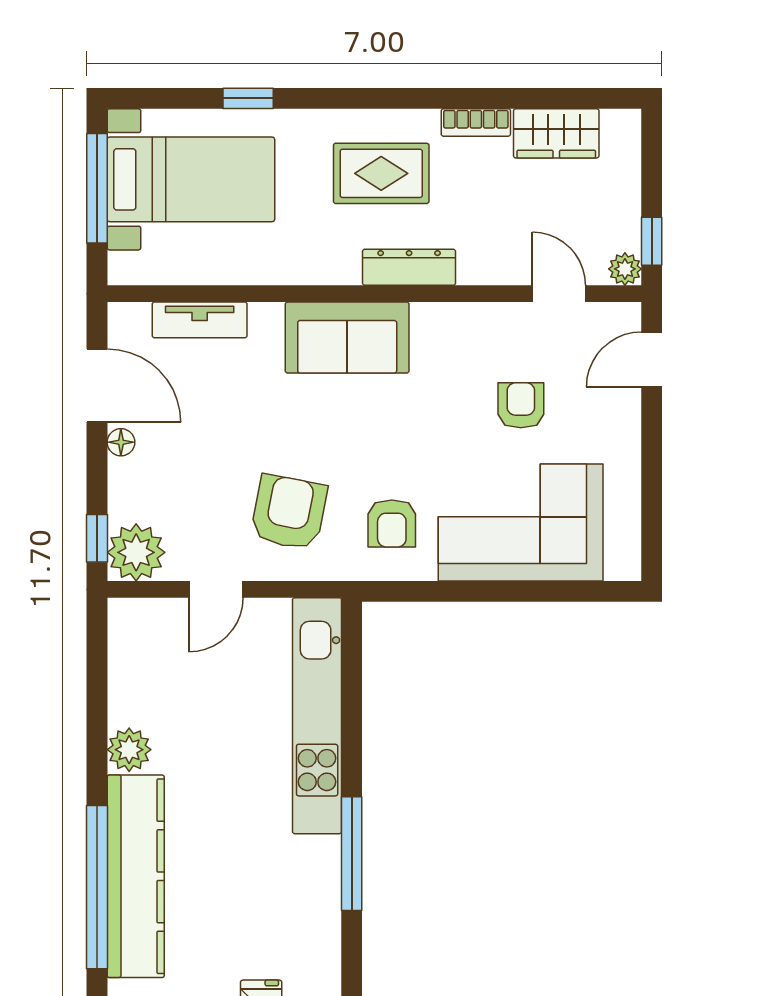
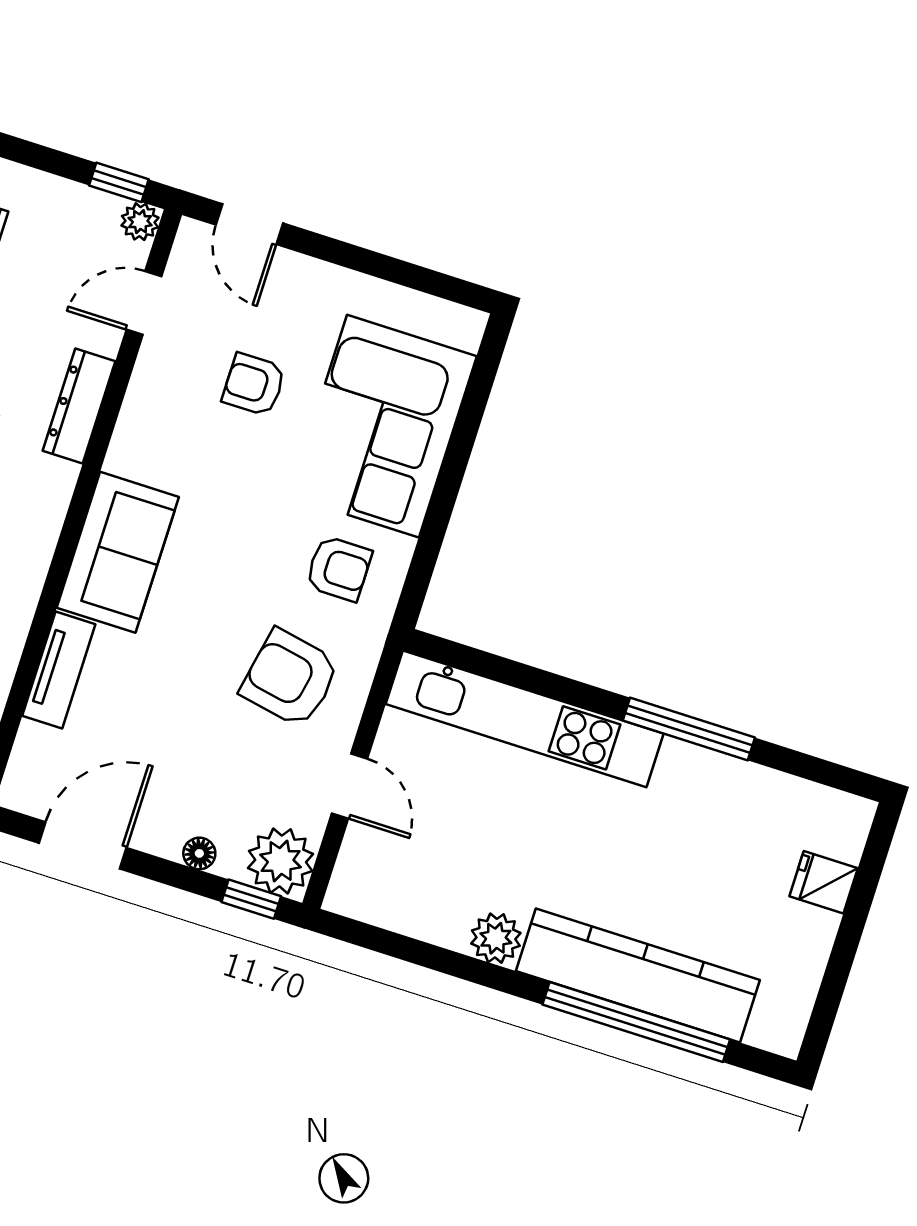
dresser: (409, 267) -> (79, 406), moved
tv unit: (200, 320) -> (59, 670), moved
floor lamp: (121, 442) -> (199, 853), moved

